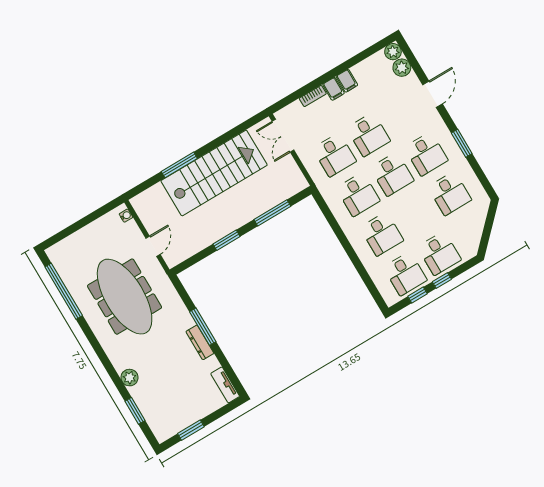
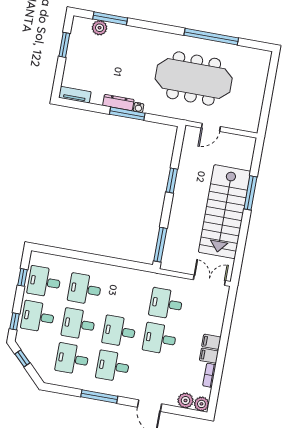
bookcase: (313, 96) -> (209, 375), moved
window: (462, 143) -> (99, 397), width x1.44
desk: (358, 194) -> (79, 324), moved
window: (272, 213) -> (160, 245), moved
water cooler: (126, 216) -> (139, 107), moved
window: (486, 236) -> (22, 358), added
door: (153, 246) -> (211, 127), hinge flipped
window: (442, 281) -> (15, 321), moved
window: (64, 291) -> (211, 37), moved
plant: (129, 378) -> (100, 28), moved
window: (135, 411) -> (110, 18), width x1.44

